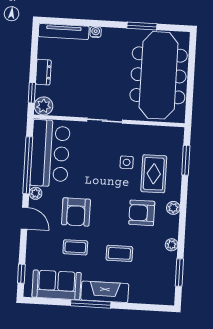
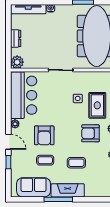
window: (32, 93) -> (8, 53), removed
window: (28, 165) -> (8, 105), removed
window: (21, 274) -> (8, 162), moved

